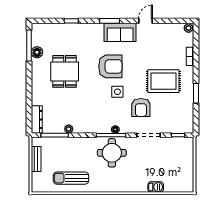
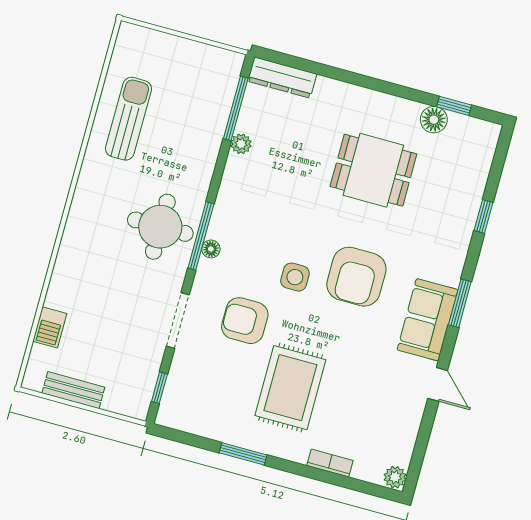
window: (29, 45) -> (454, 106), width x0.46
bench: (36, 159) -> (73, 390), moved
barbecue: (156, 187) -> (50, 327), moved

